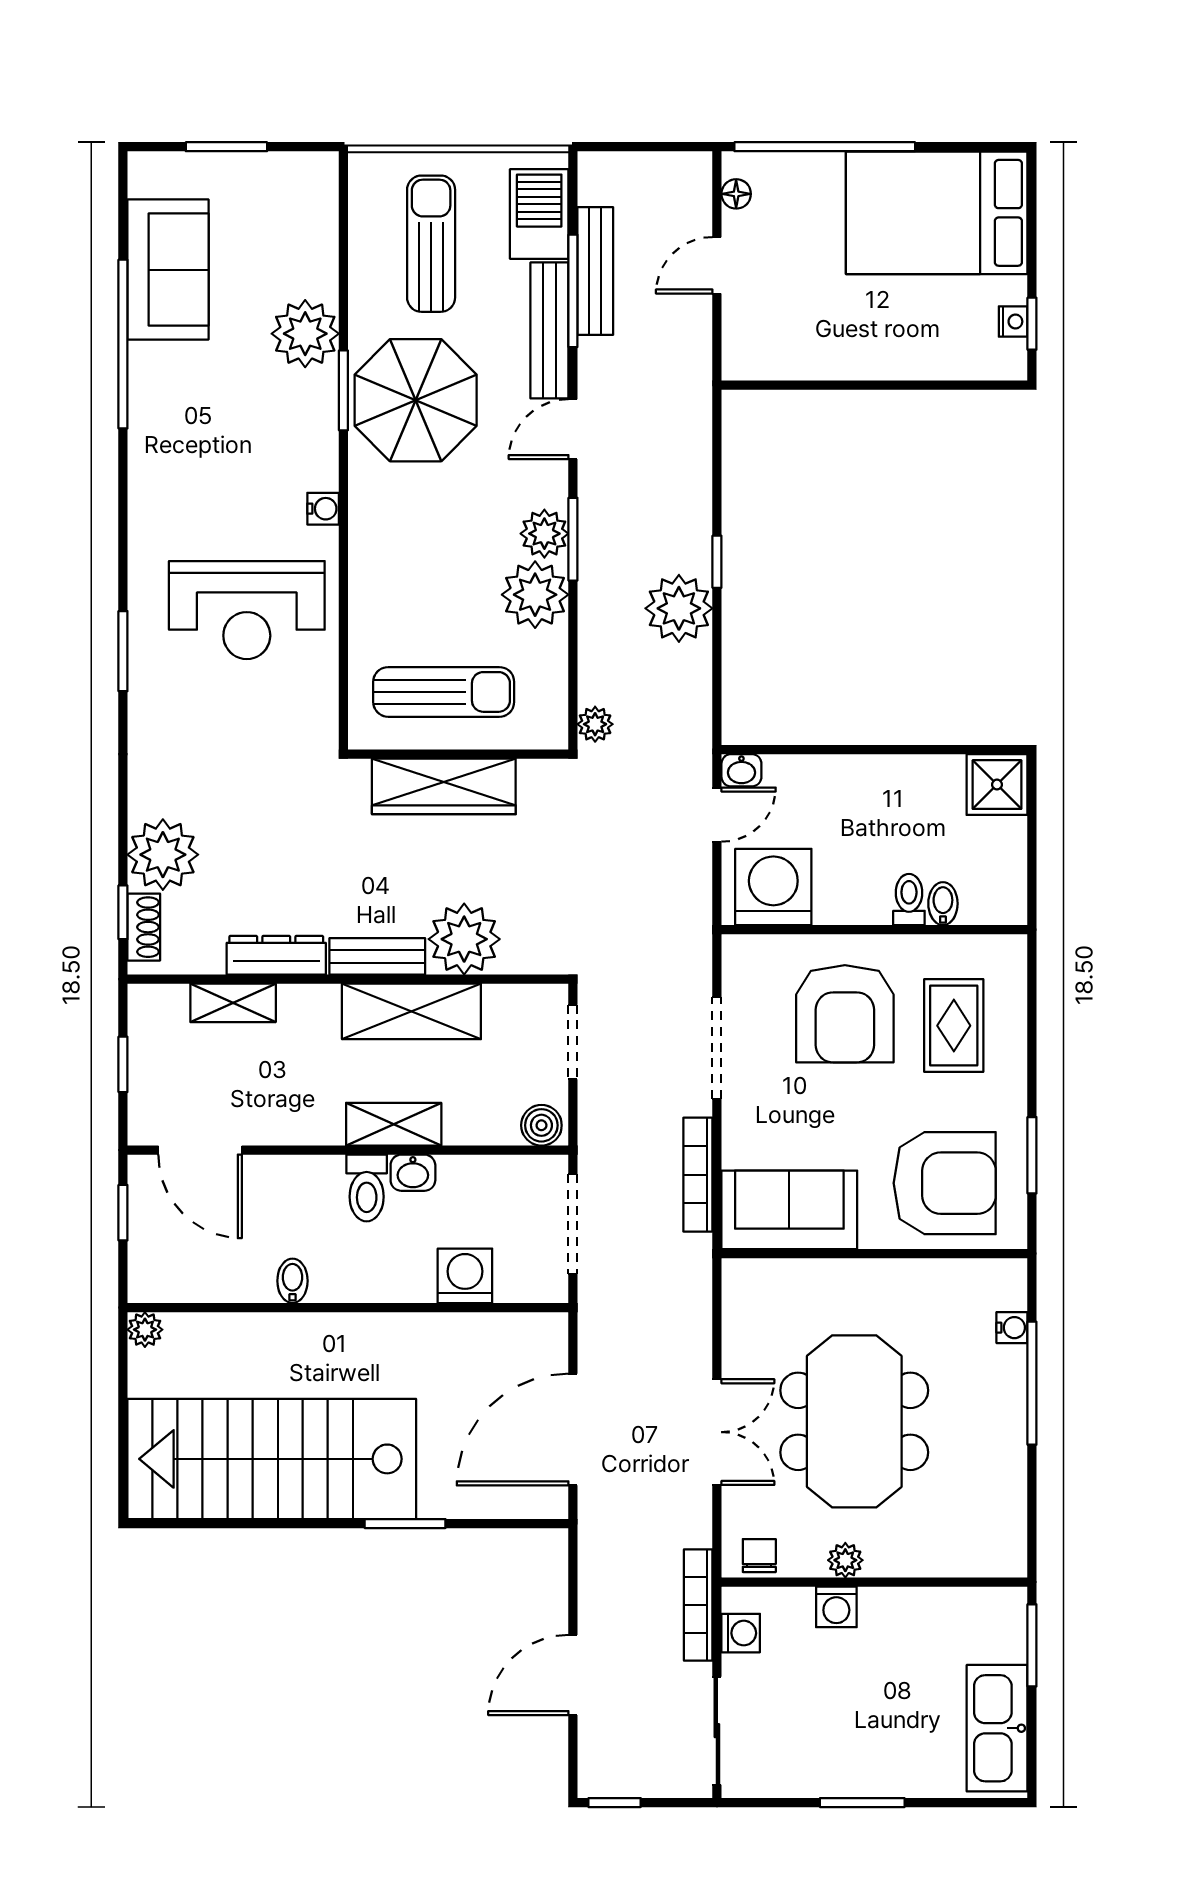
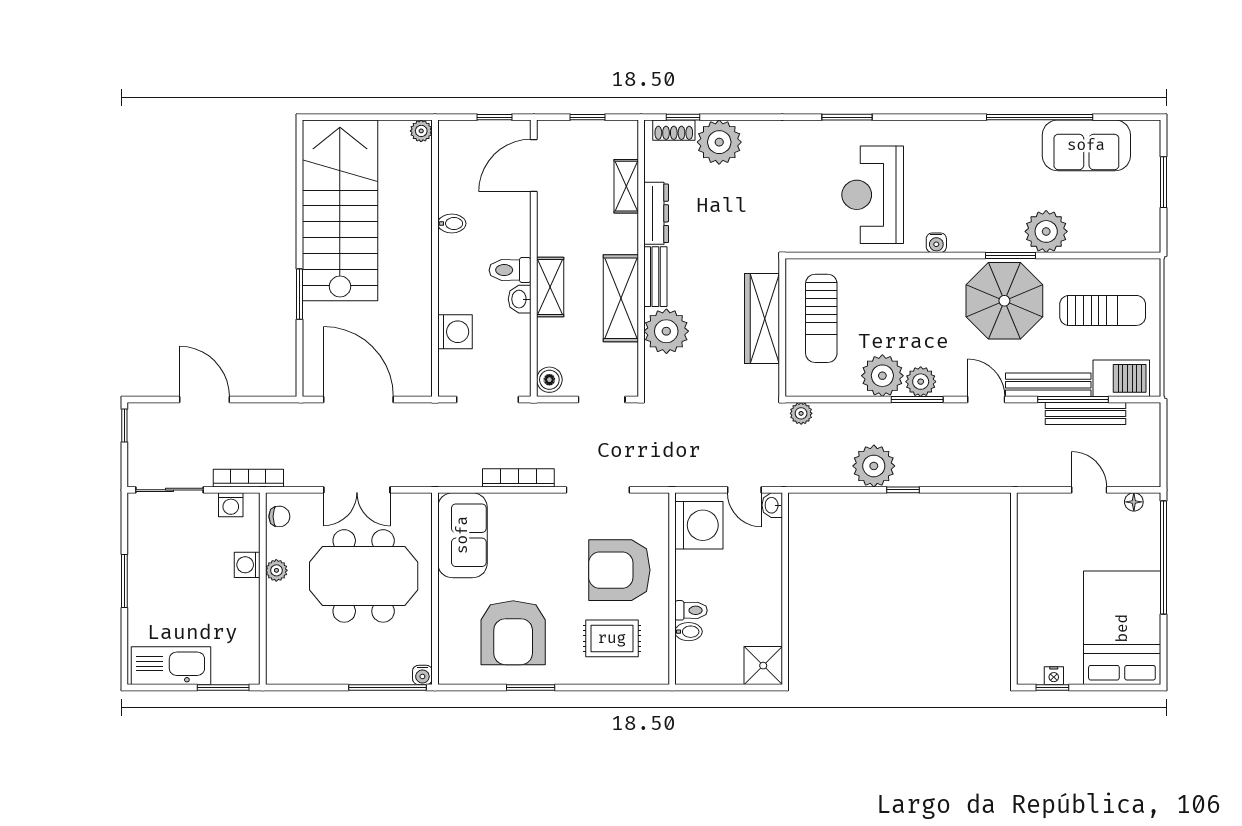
sofa: (789, 1210) -> (462, 535), moved
wall: (874, 1254) -> (435, 589), moved

